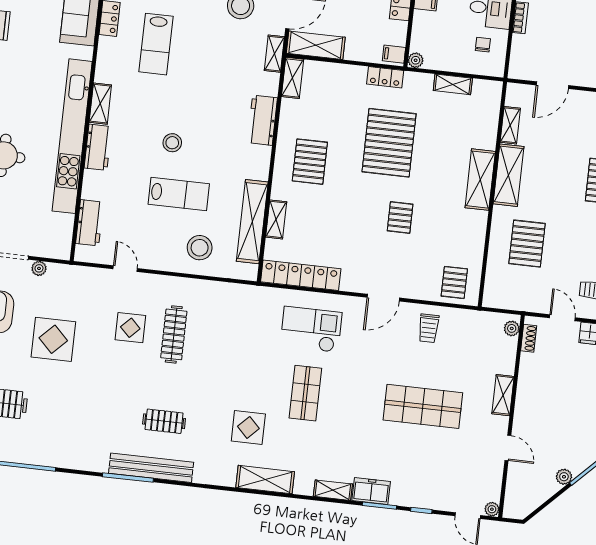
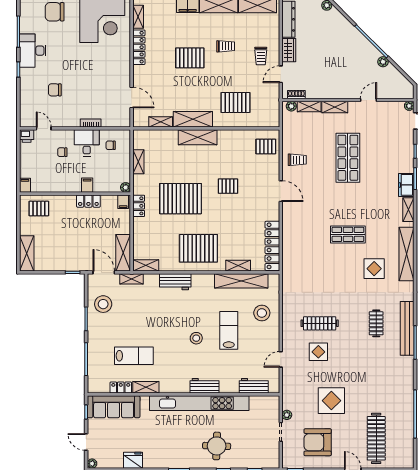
shelving: (100, 104) -> (146, 387), moved
pallet: (310, 162) -> (198, 248), width x1.37, depth x1.41
checkout: (311, 329) -> (306, 235), removed
shelving: (508, 356) -> (309, 107), added
shelving: (265, 480) -> (406, 254), width x1.47

